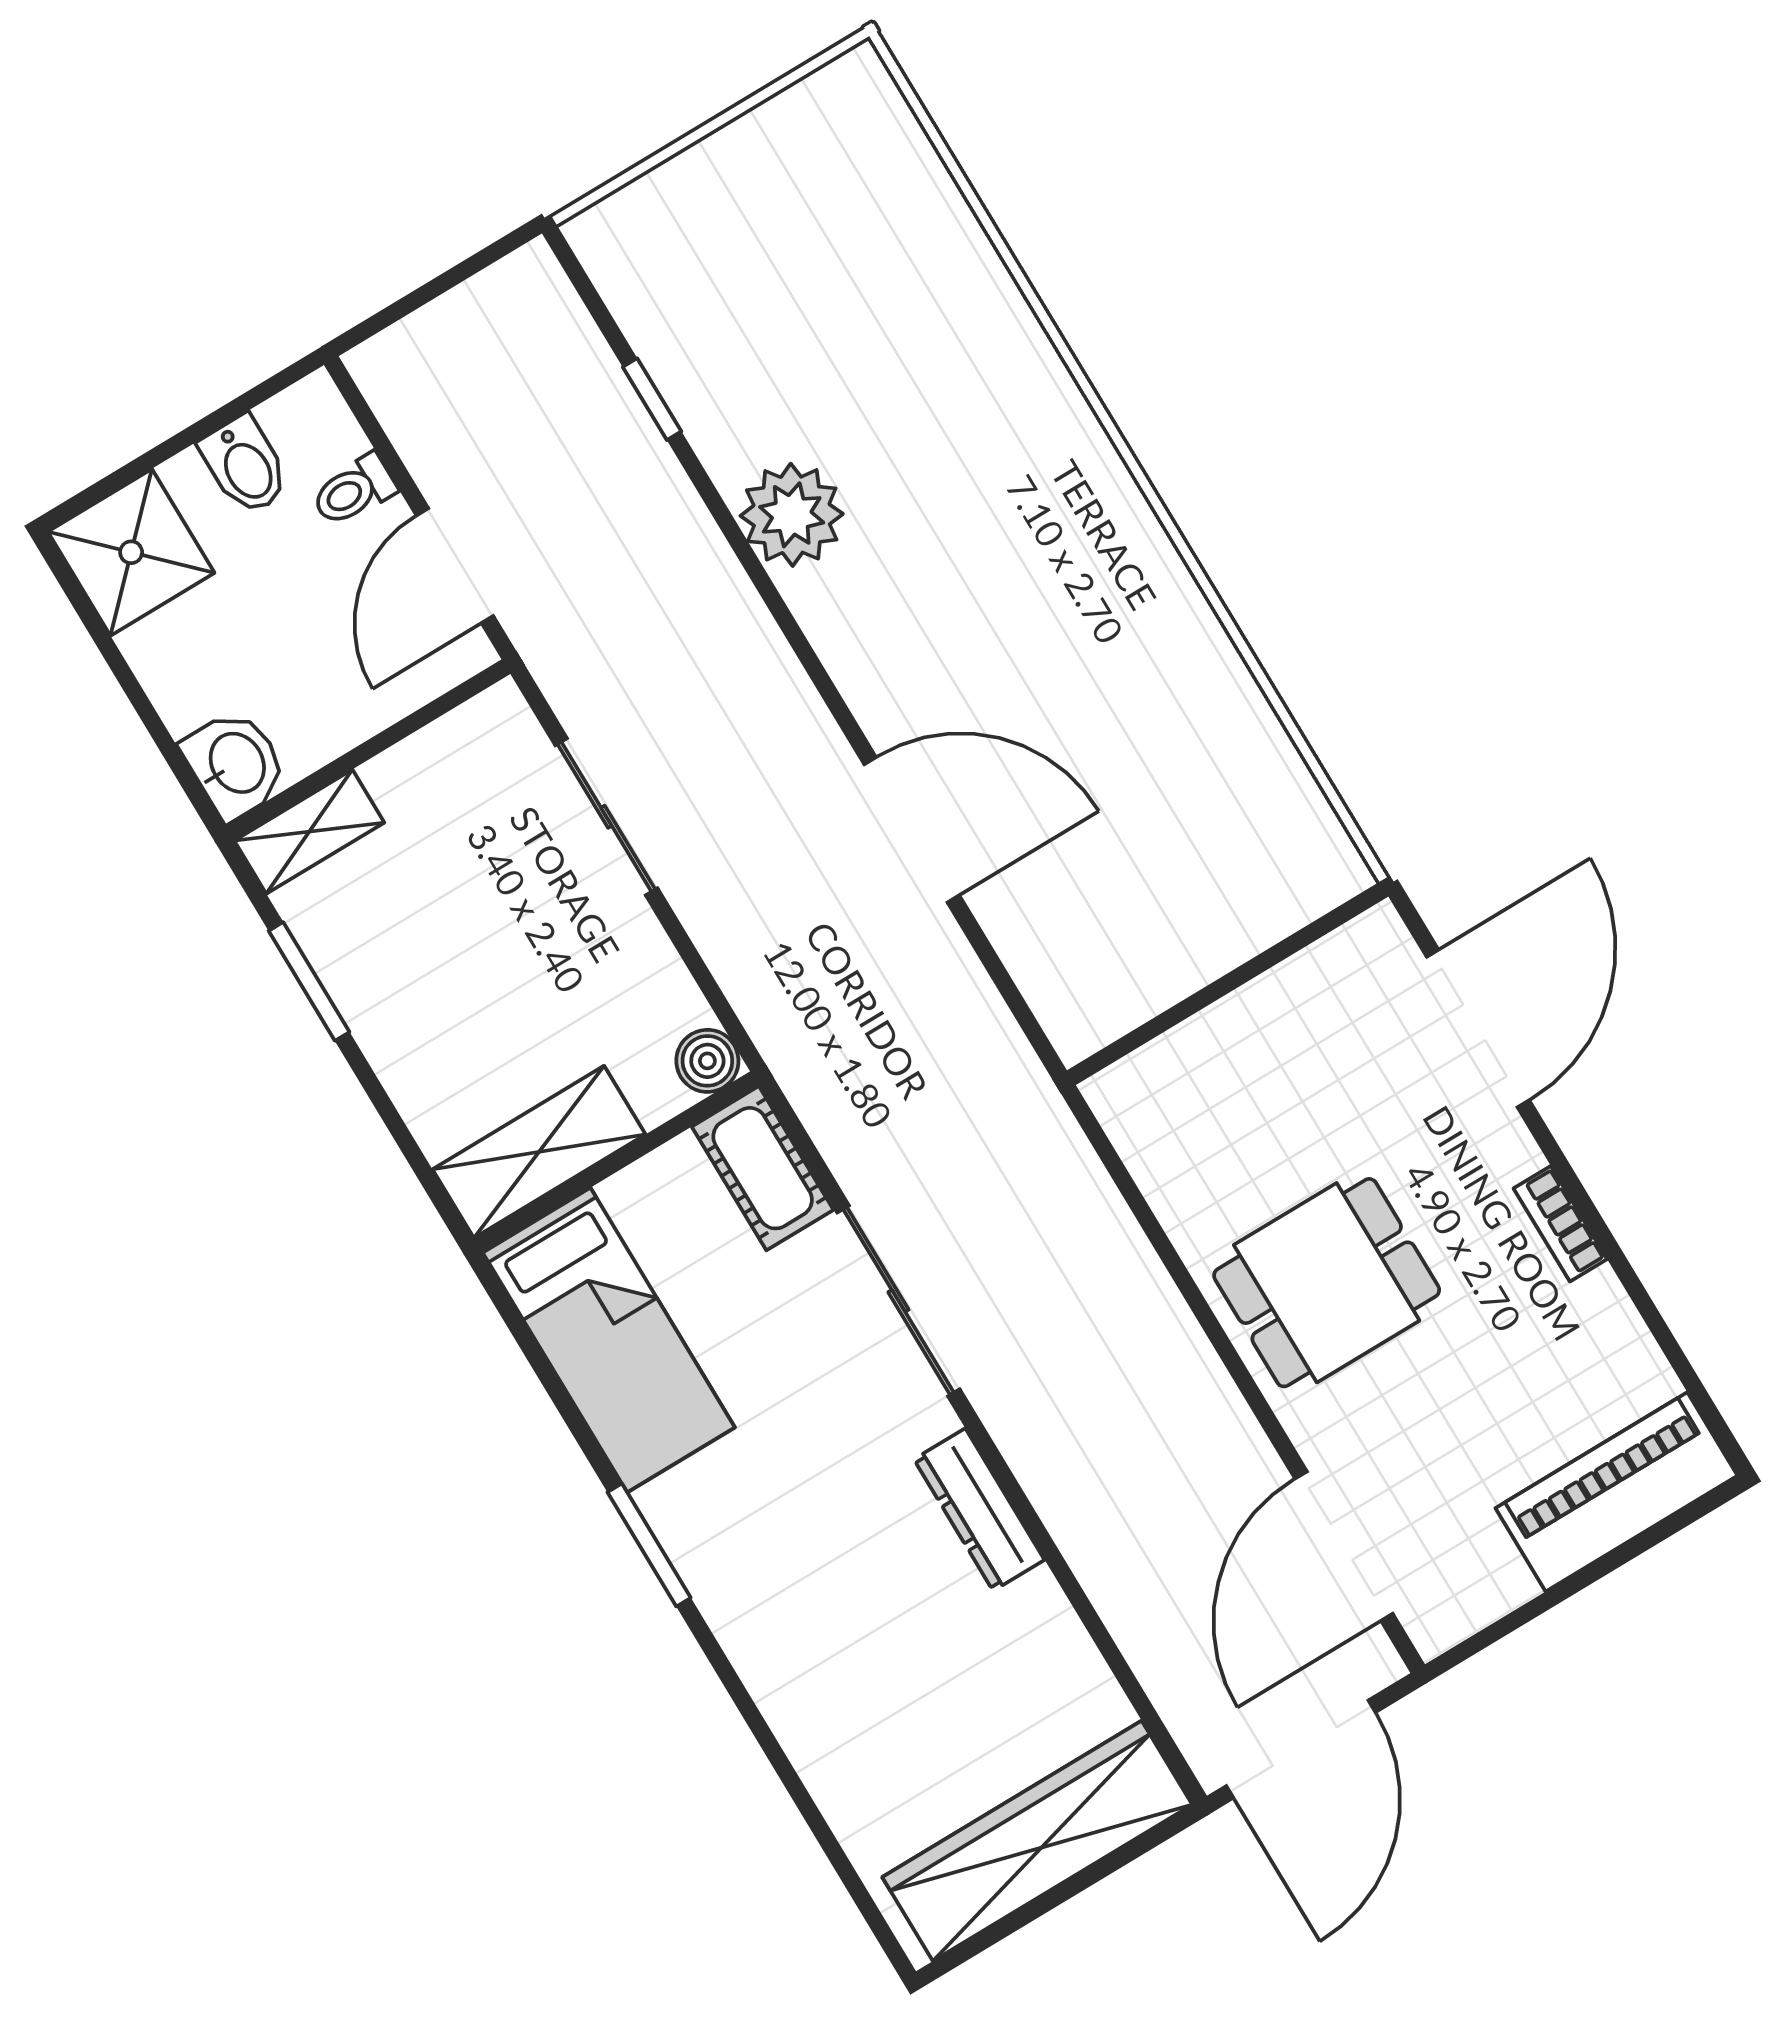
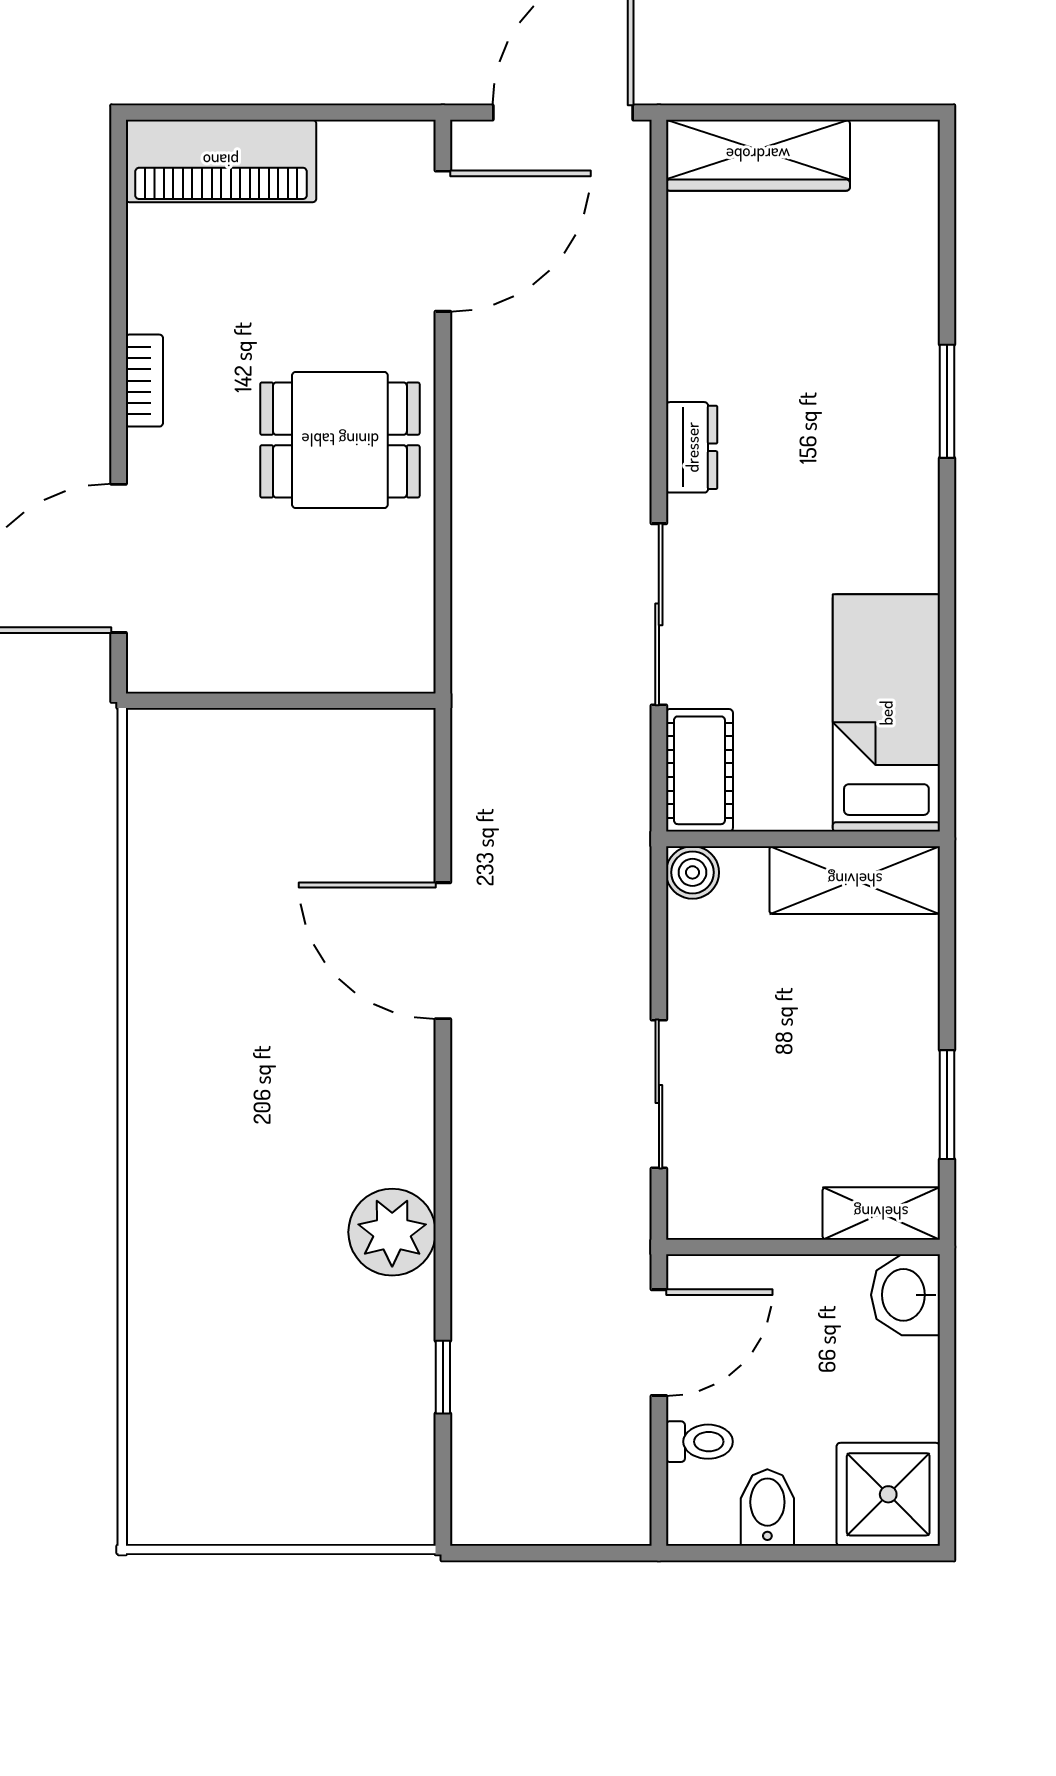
dresser: (979, 1510) -> (692, 447), width x0.70
window: (649, 1545) -> (947, 401), moved
wardrobe: (1037, 1841) -> (758, 155), width x0.71, depth x0.85

